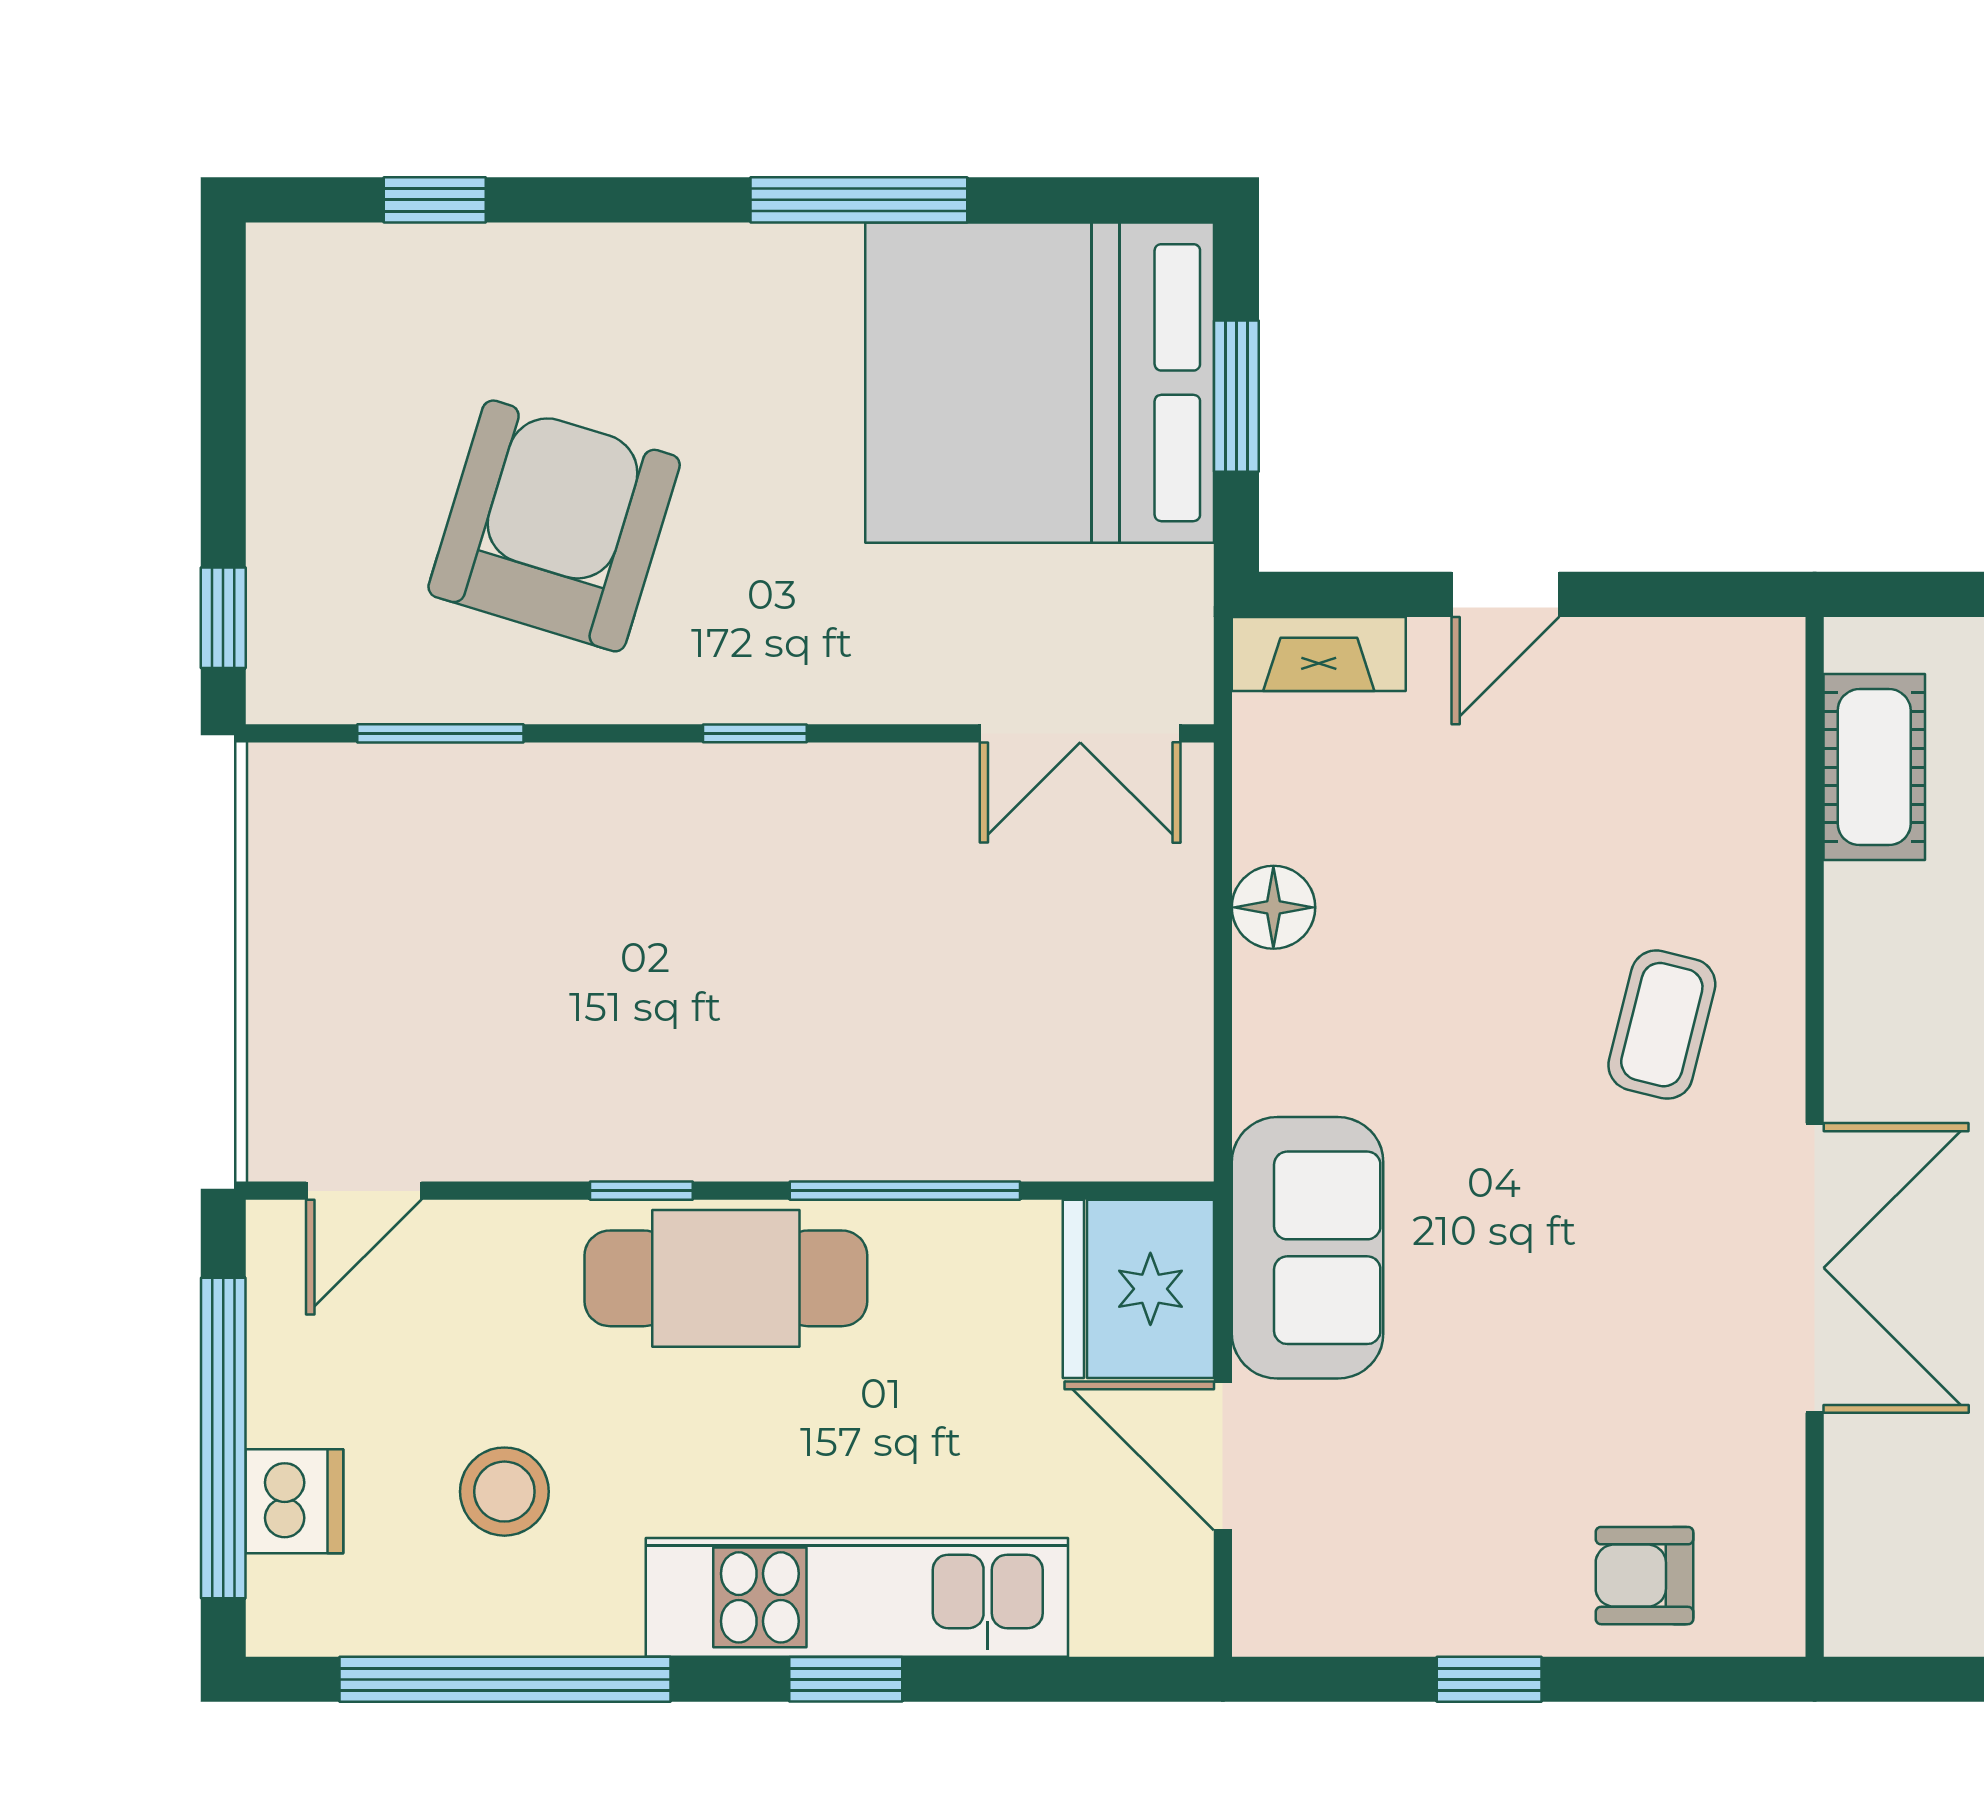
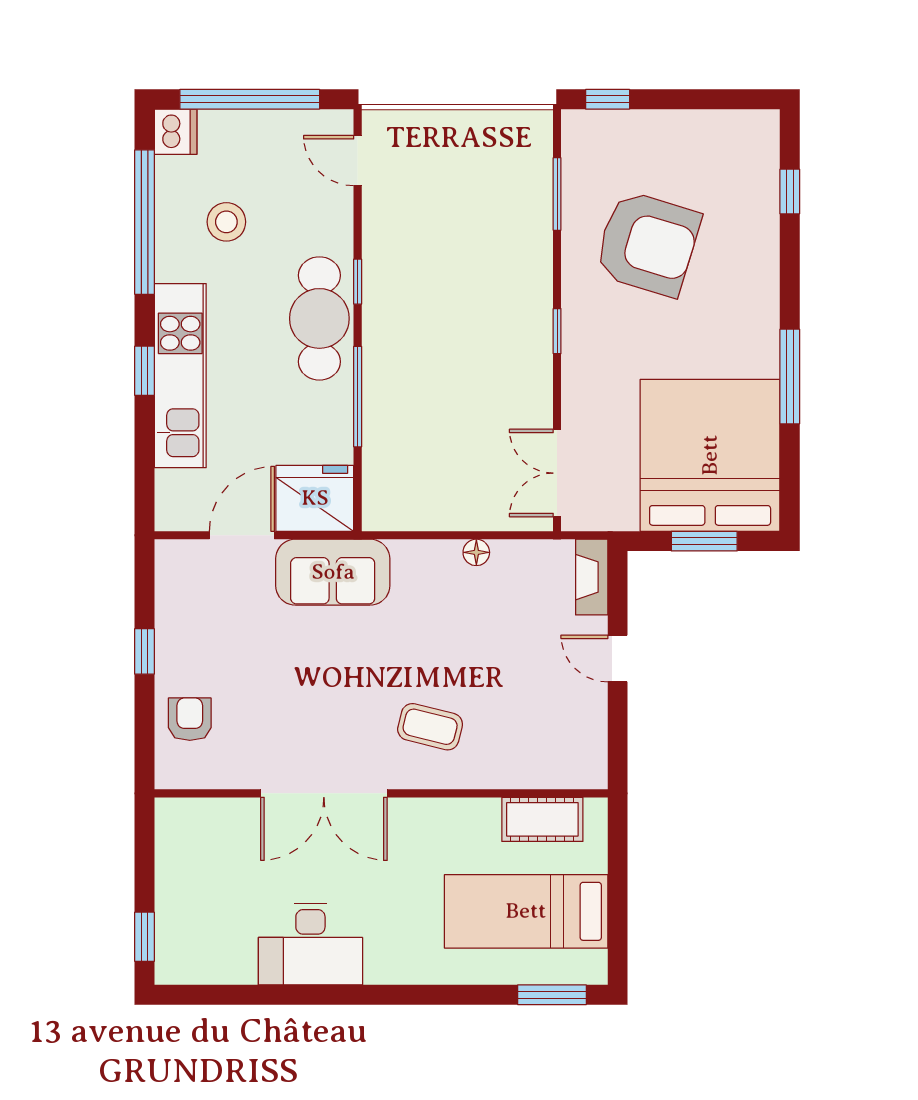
floor lamp: (1273, 907) -> (476, 552), width x0.73, depth x0.73
dishwasher: (294, 1501) -> (176, 132), moved, turned -90

